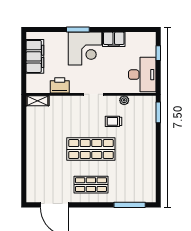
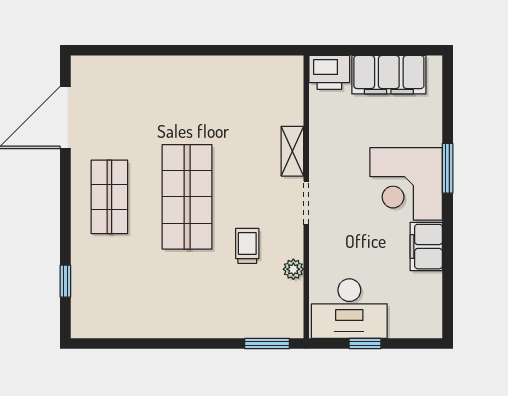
window: (158, 53) -> (365, 344), moved
printer: (60, 85) -> (329, 72), moved, turned 90
shelving: (37, 101) -> (292, 151), moved
window: (130, 205) -> (65, 281), width x0.46

